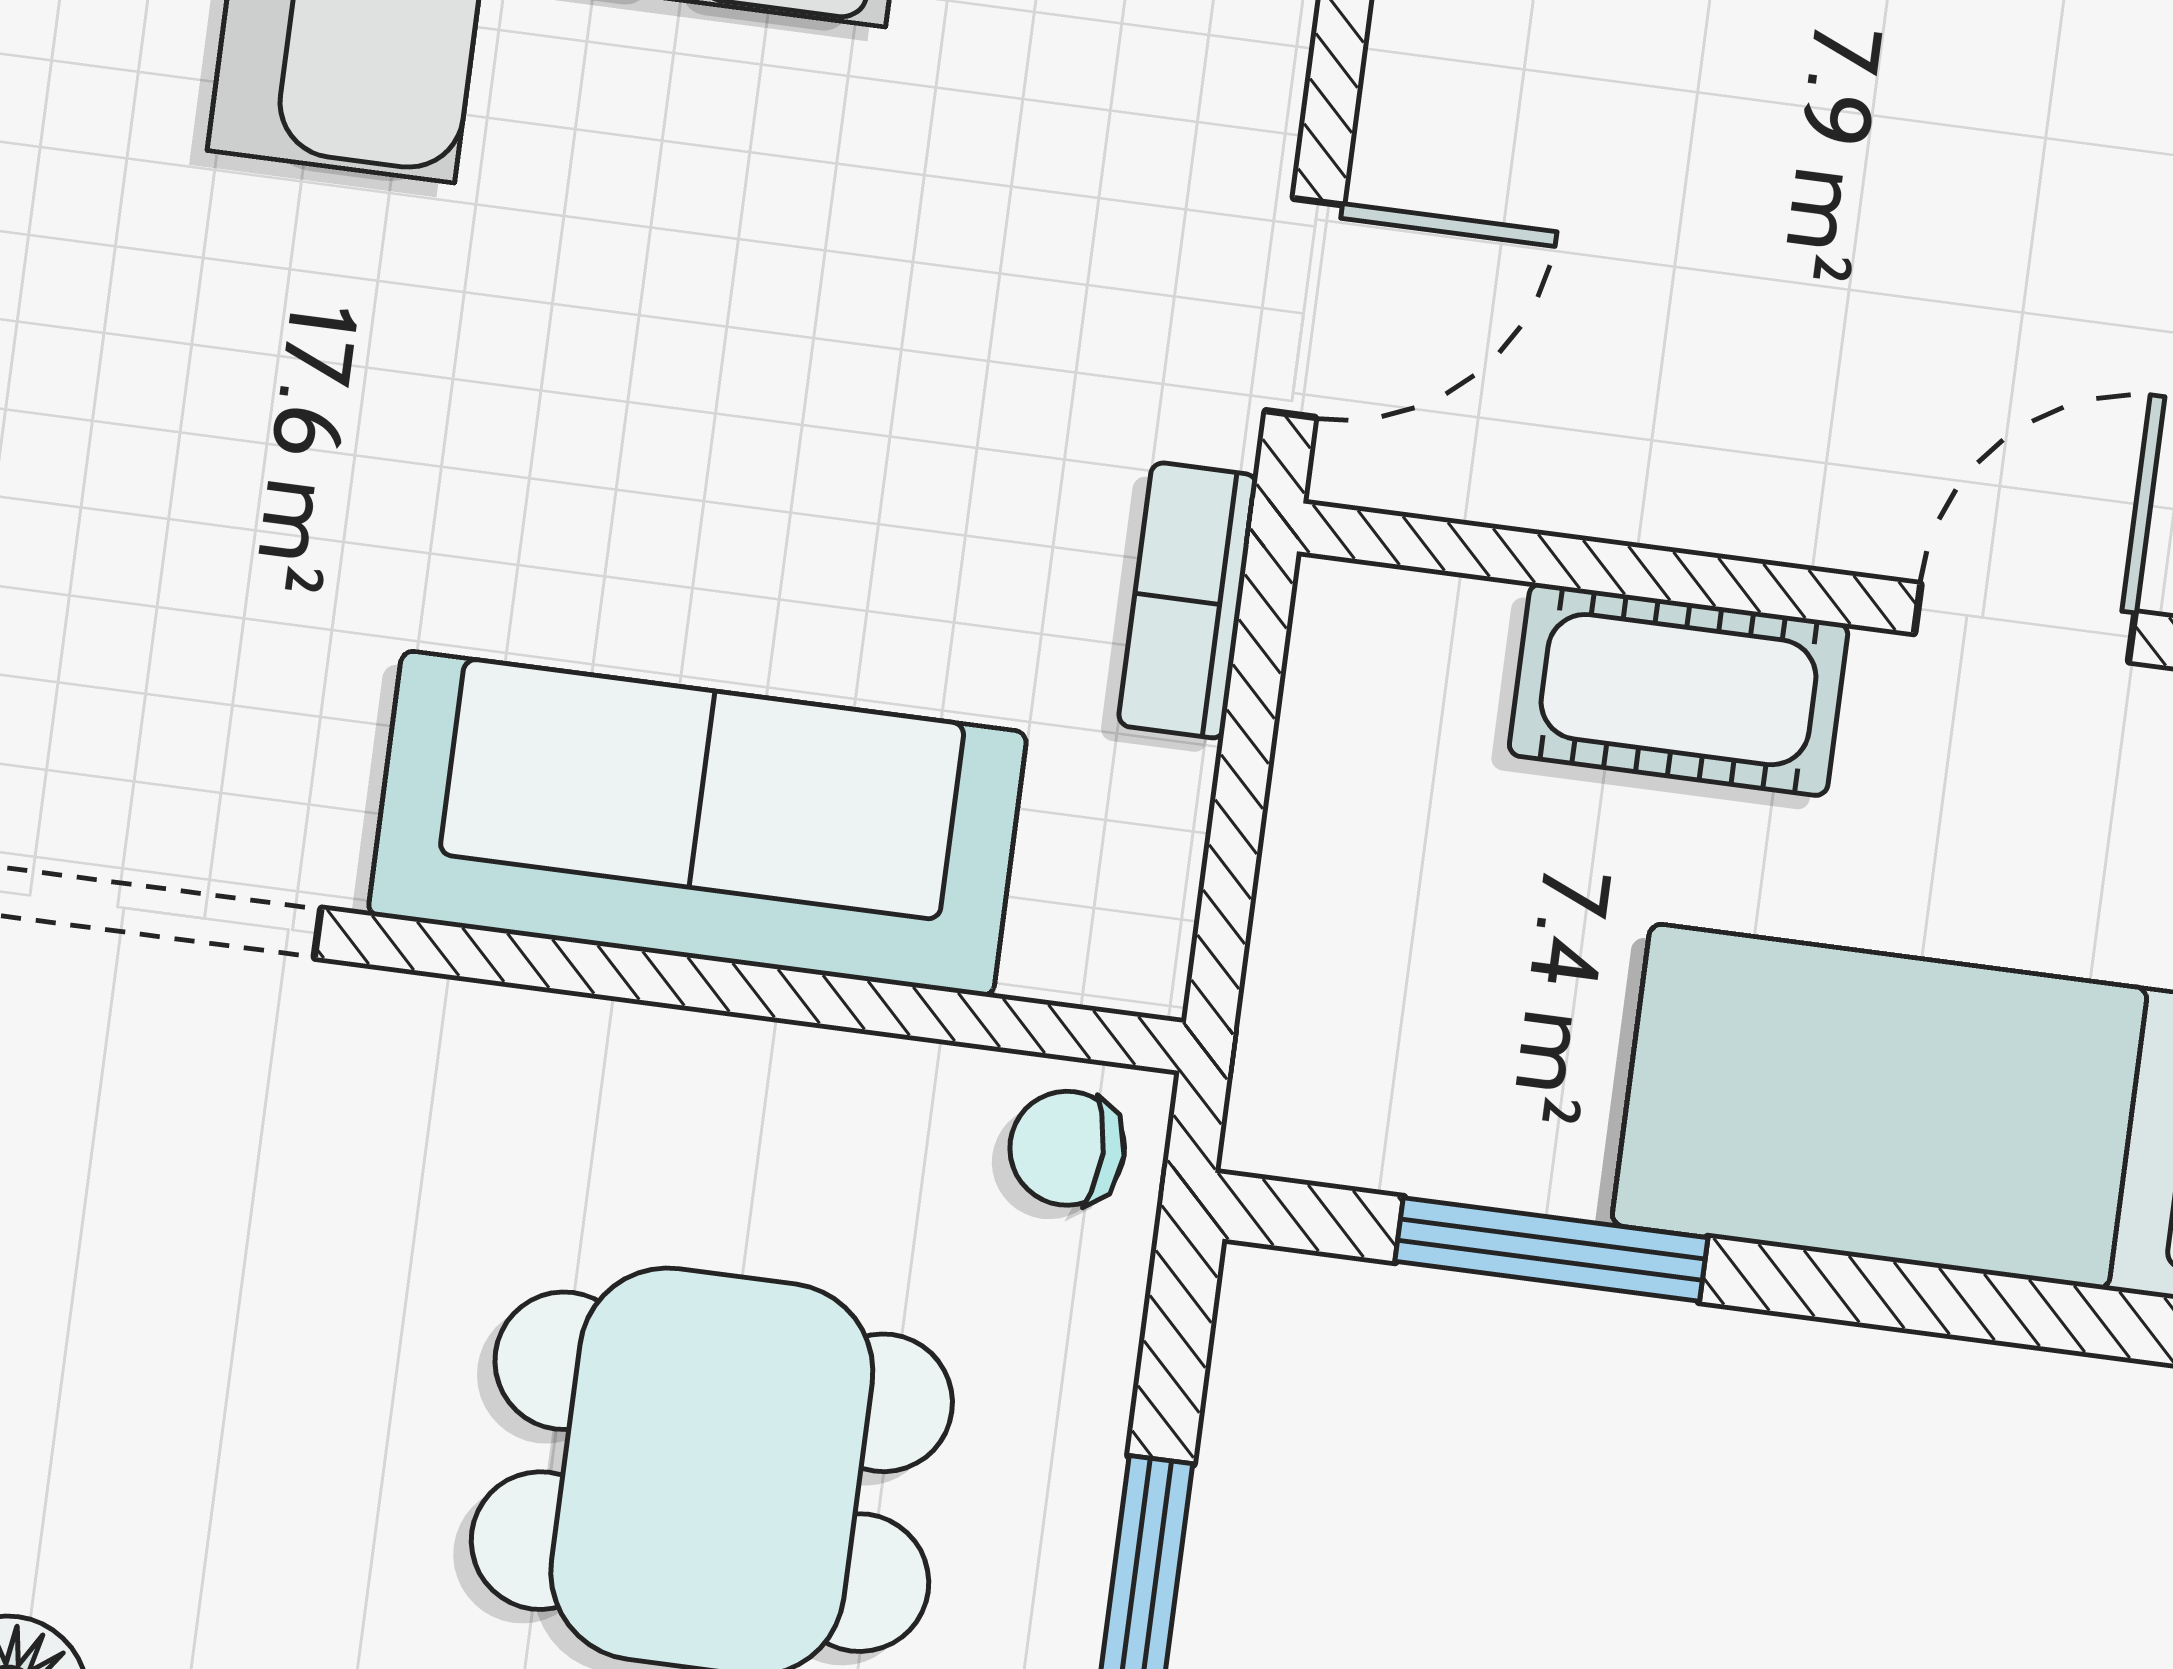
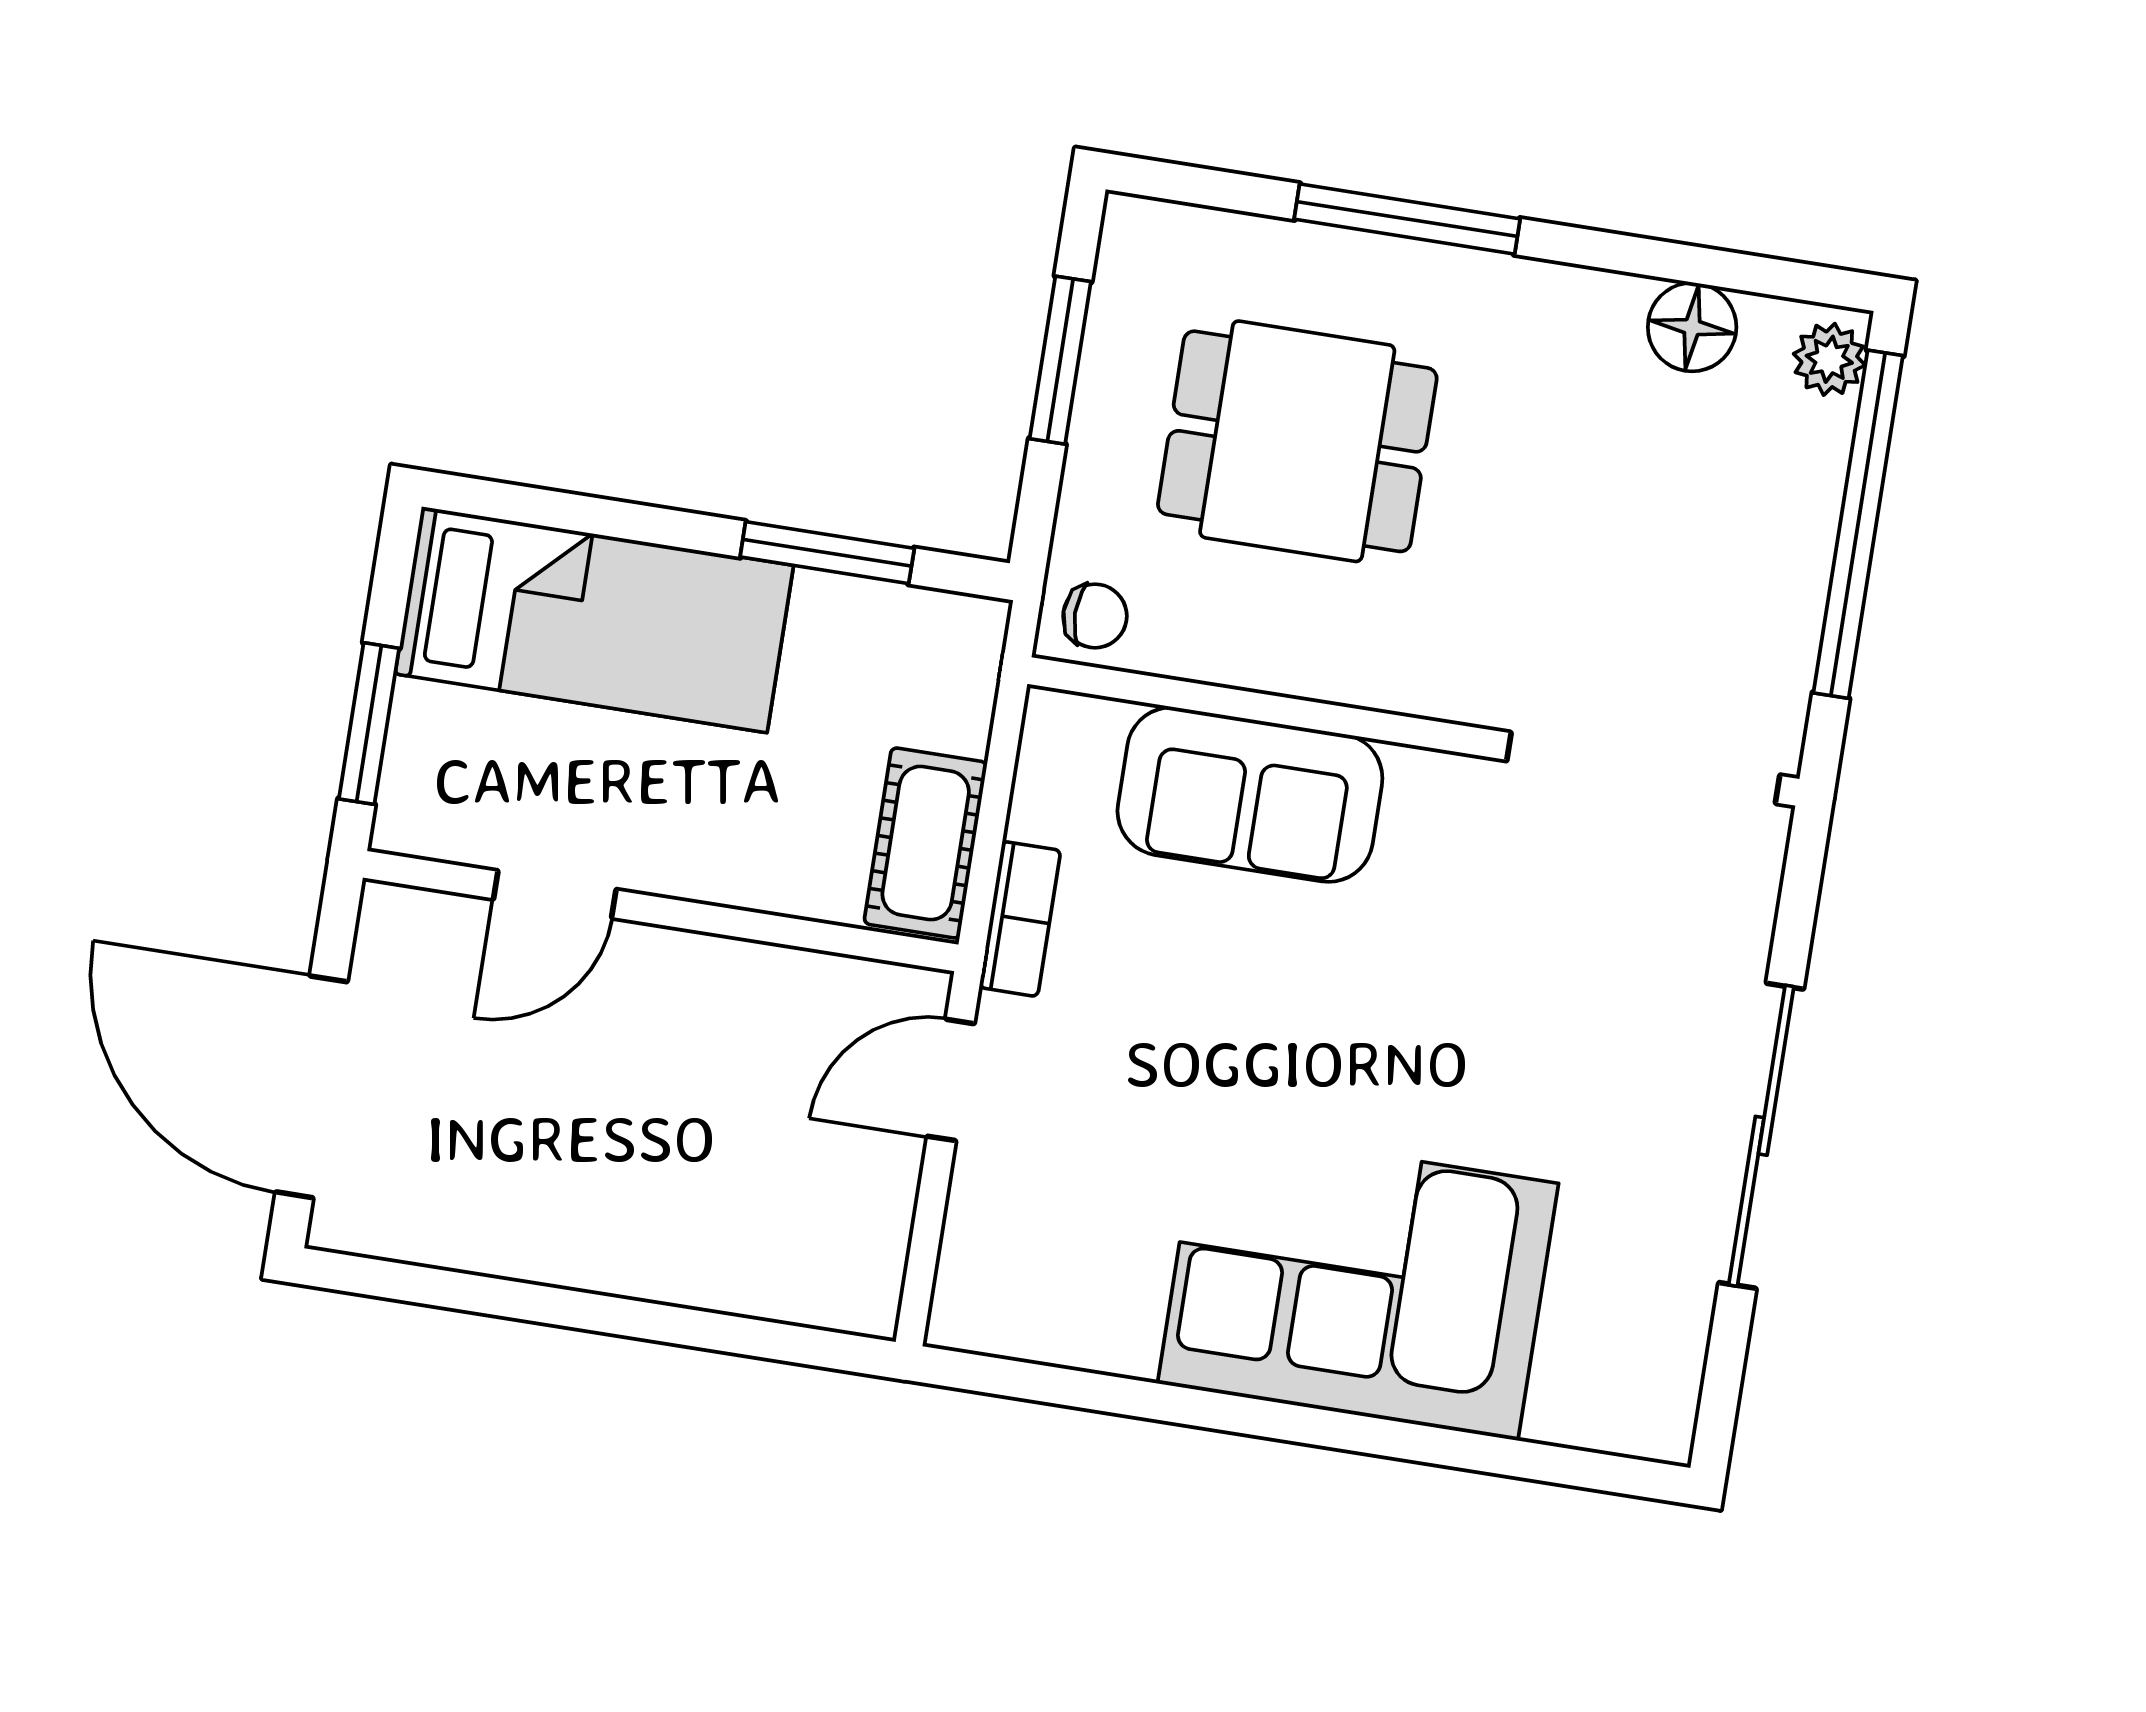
cot: (1679, 690) -> (926, 843), moved, turned 90
sofa: (698, 824) -> (1250, 795), width x0.73

